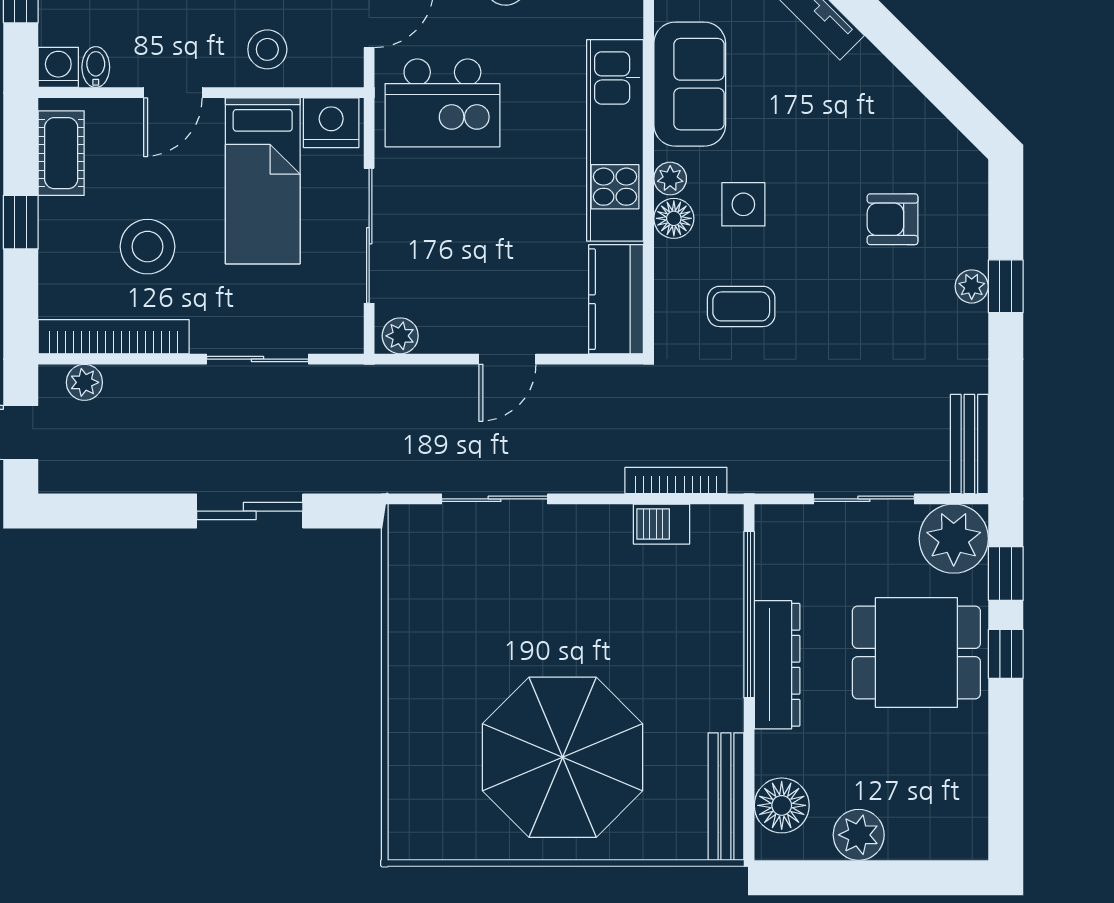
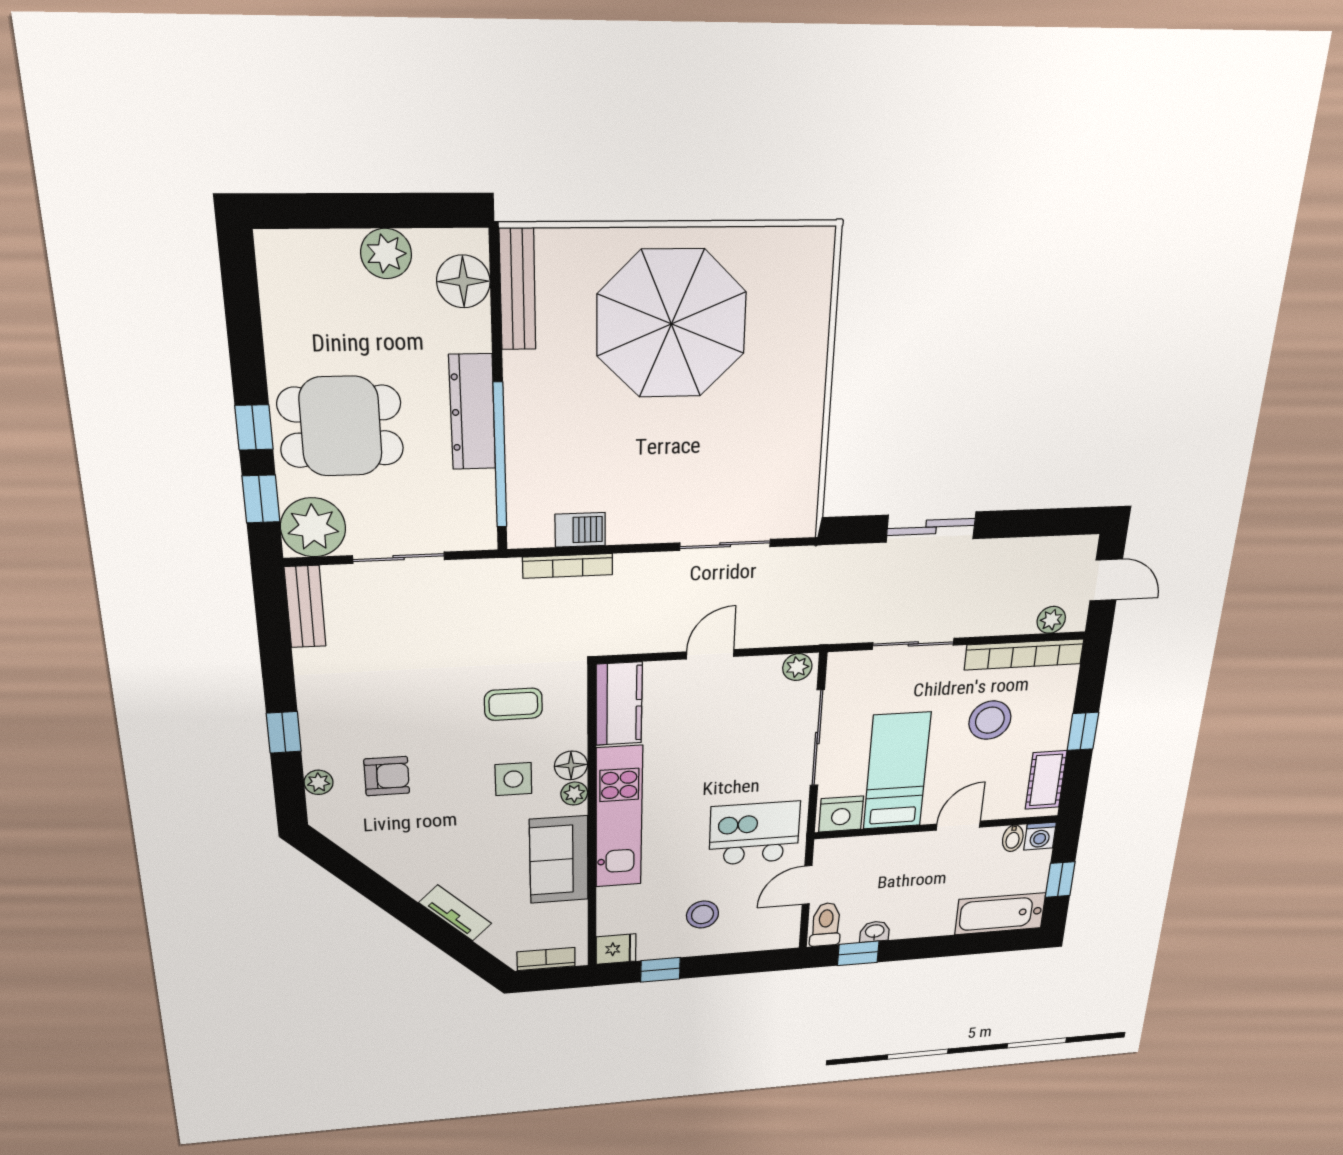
stool: (267, 49) -> (885, 859), removed
plant: (972, 286) -> (319, 782), moved

